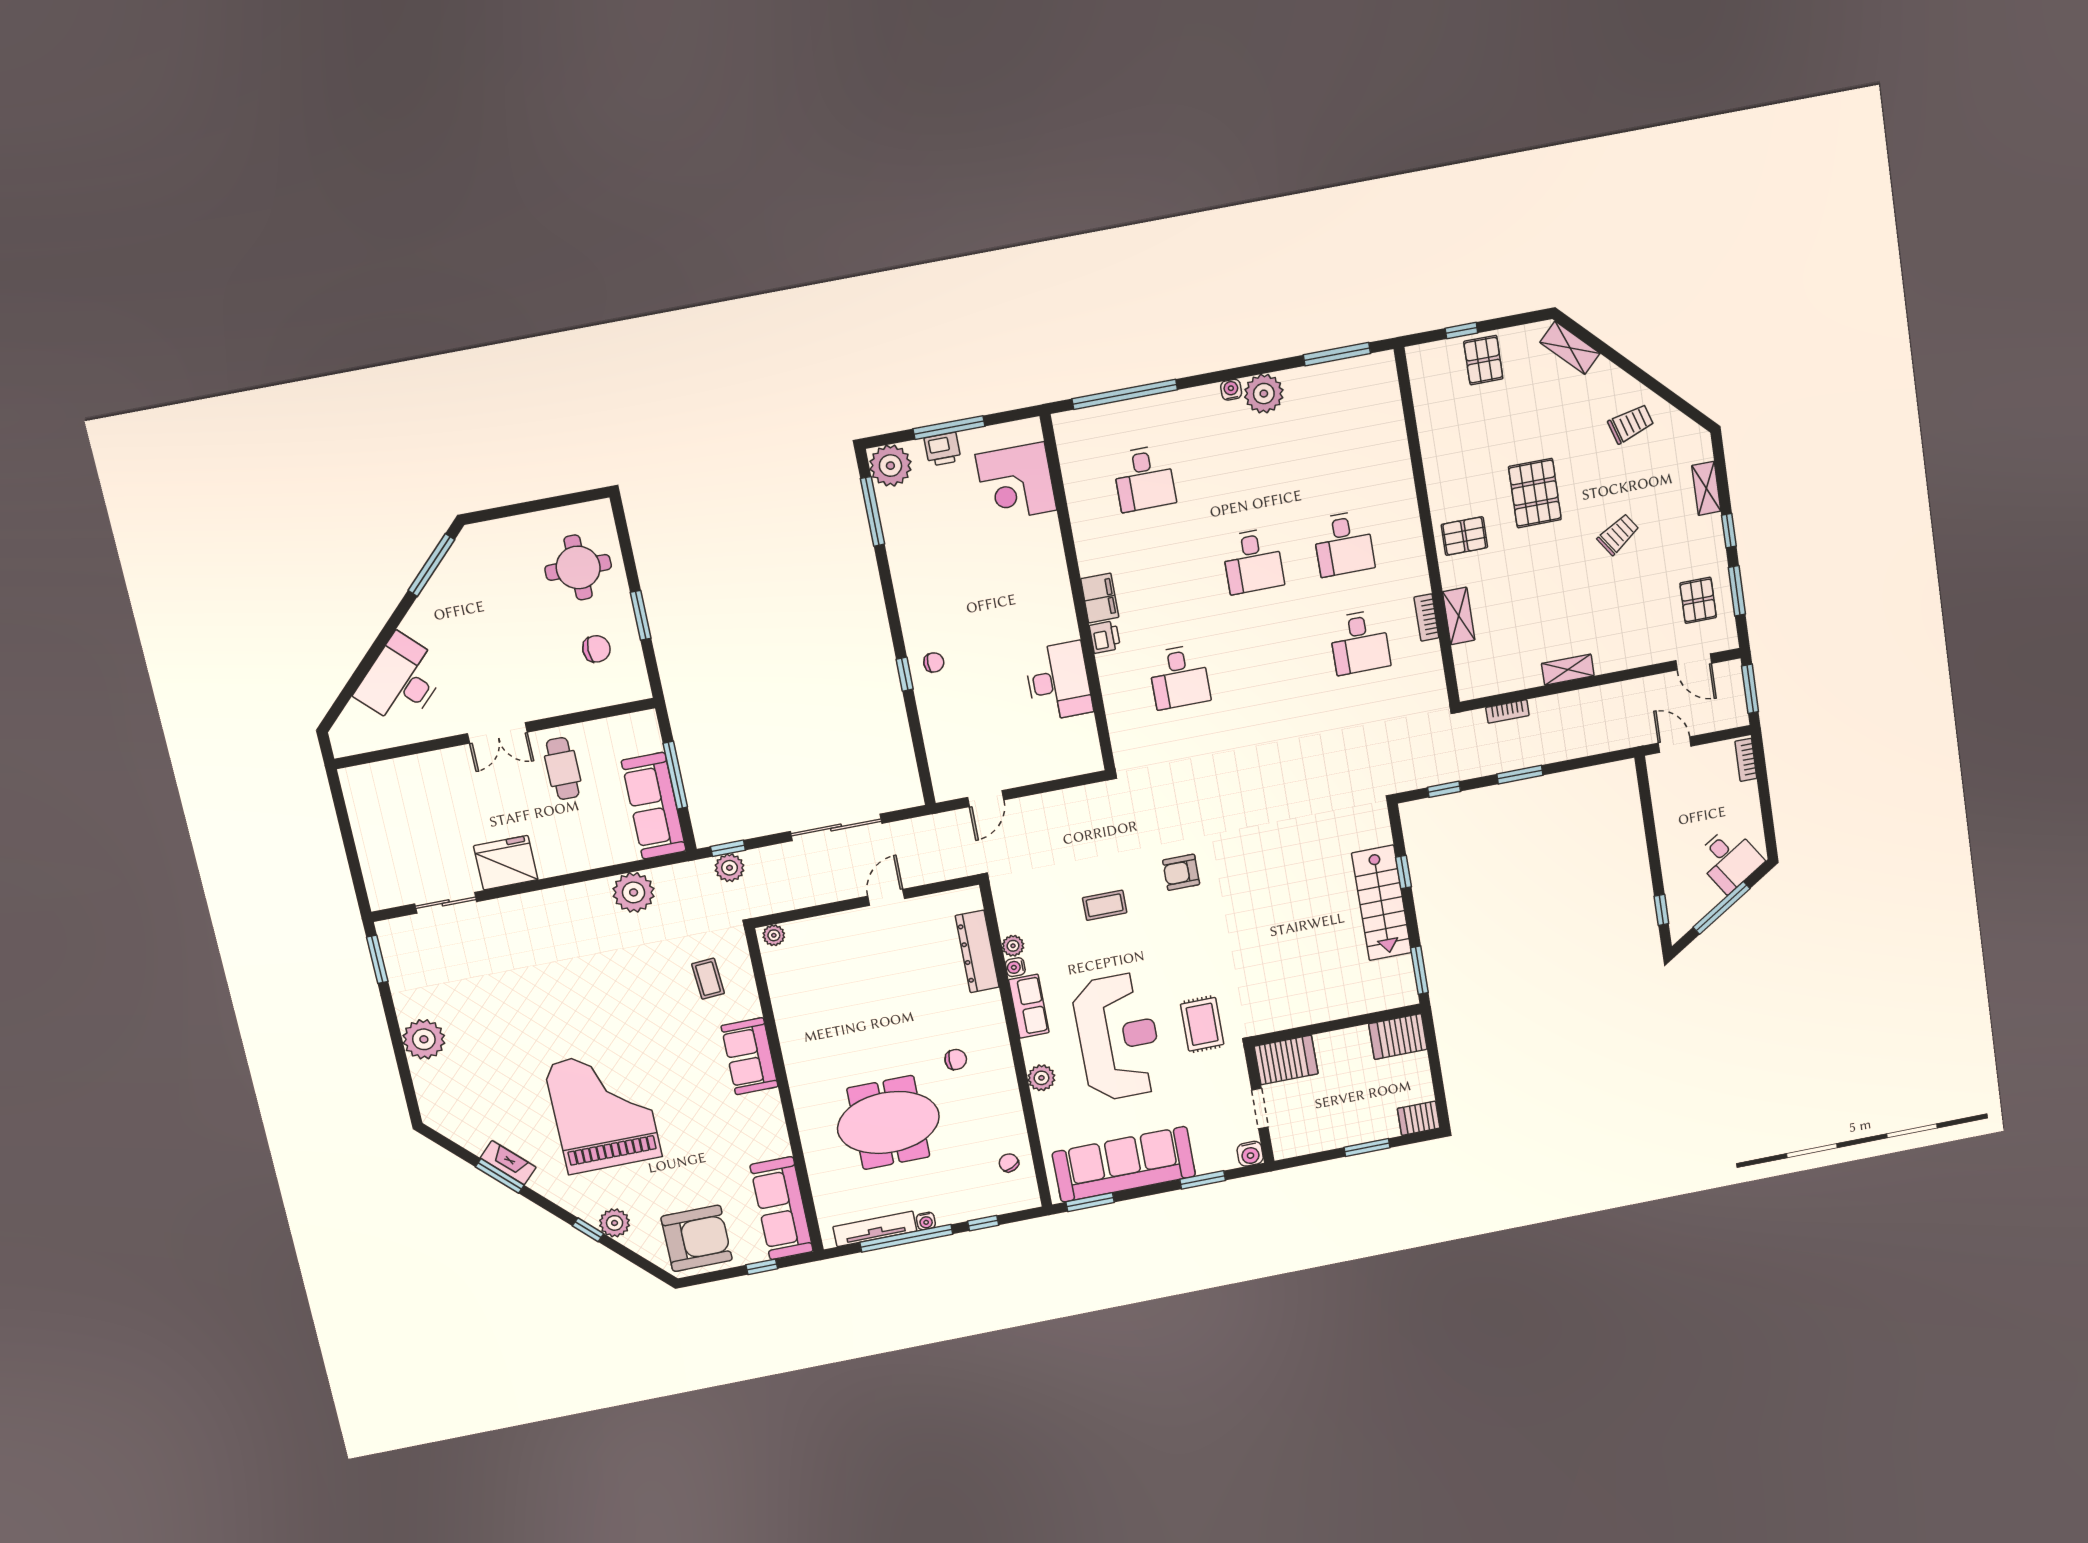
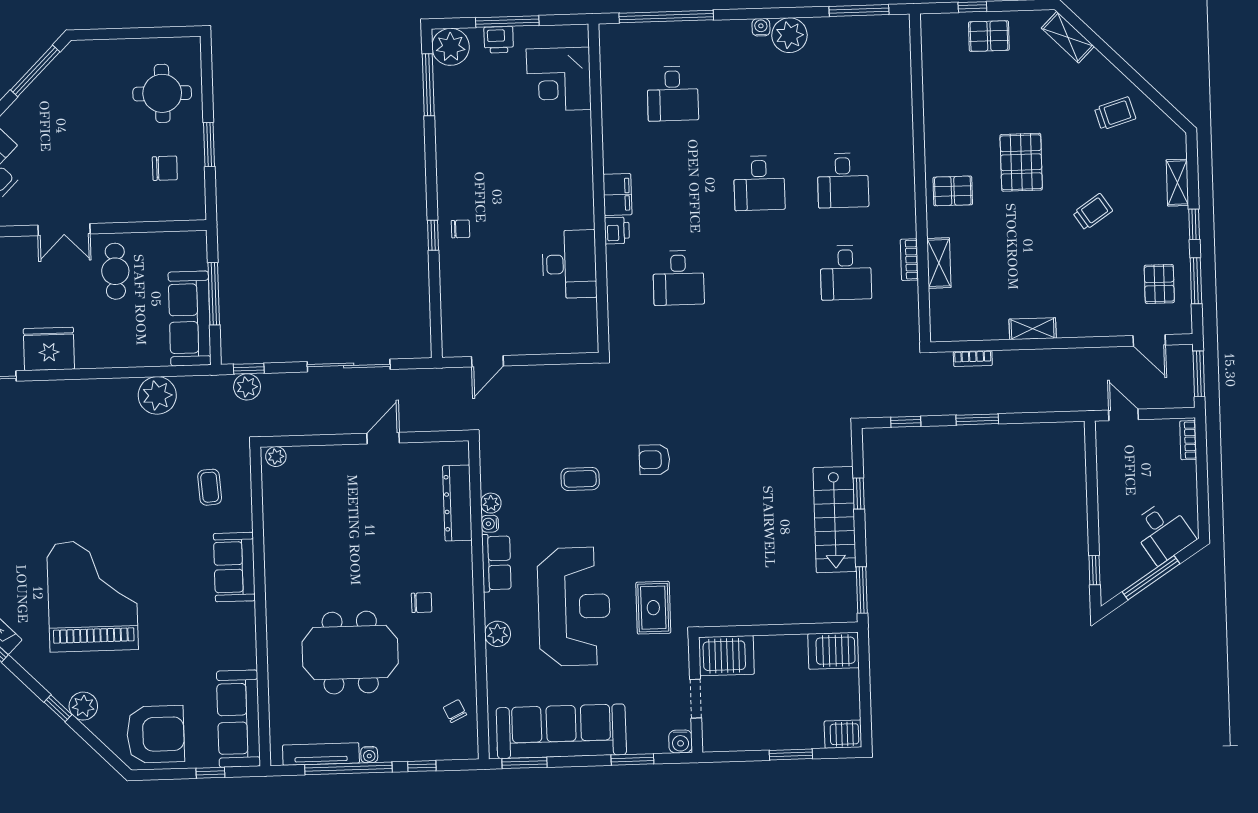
pallet: (1483, 360) -> (989, 36), turned 90

